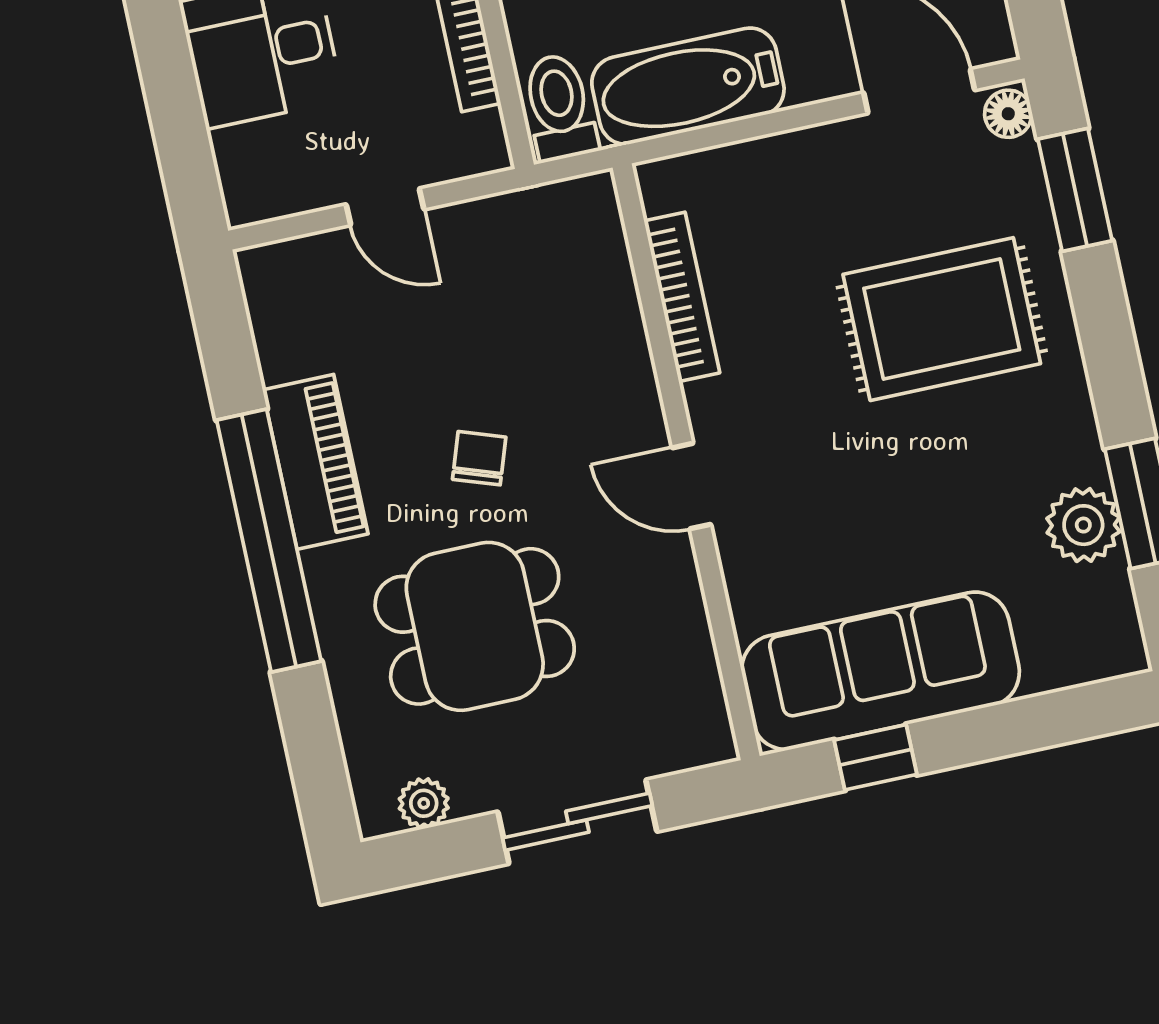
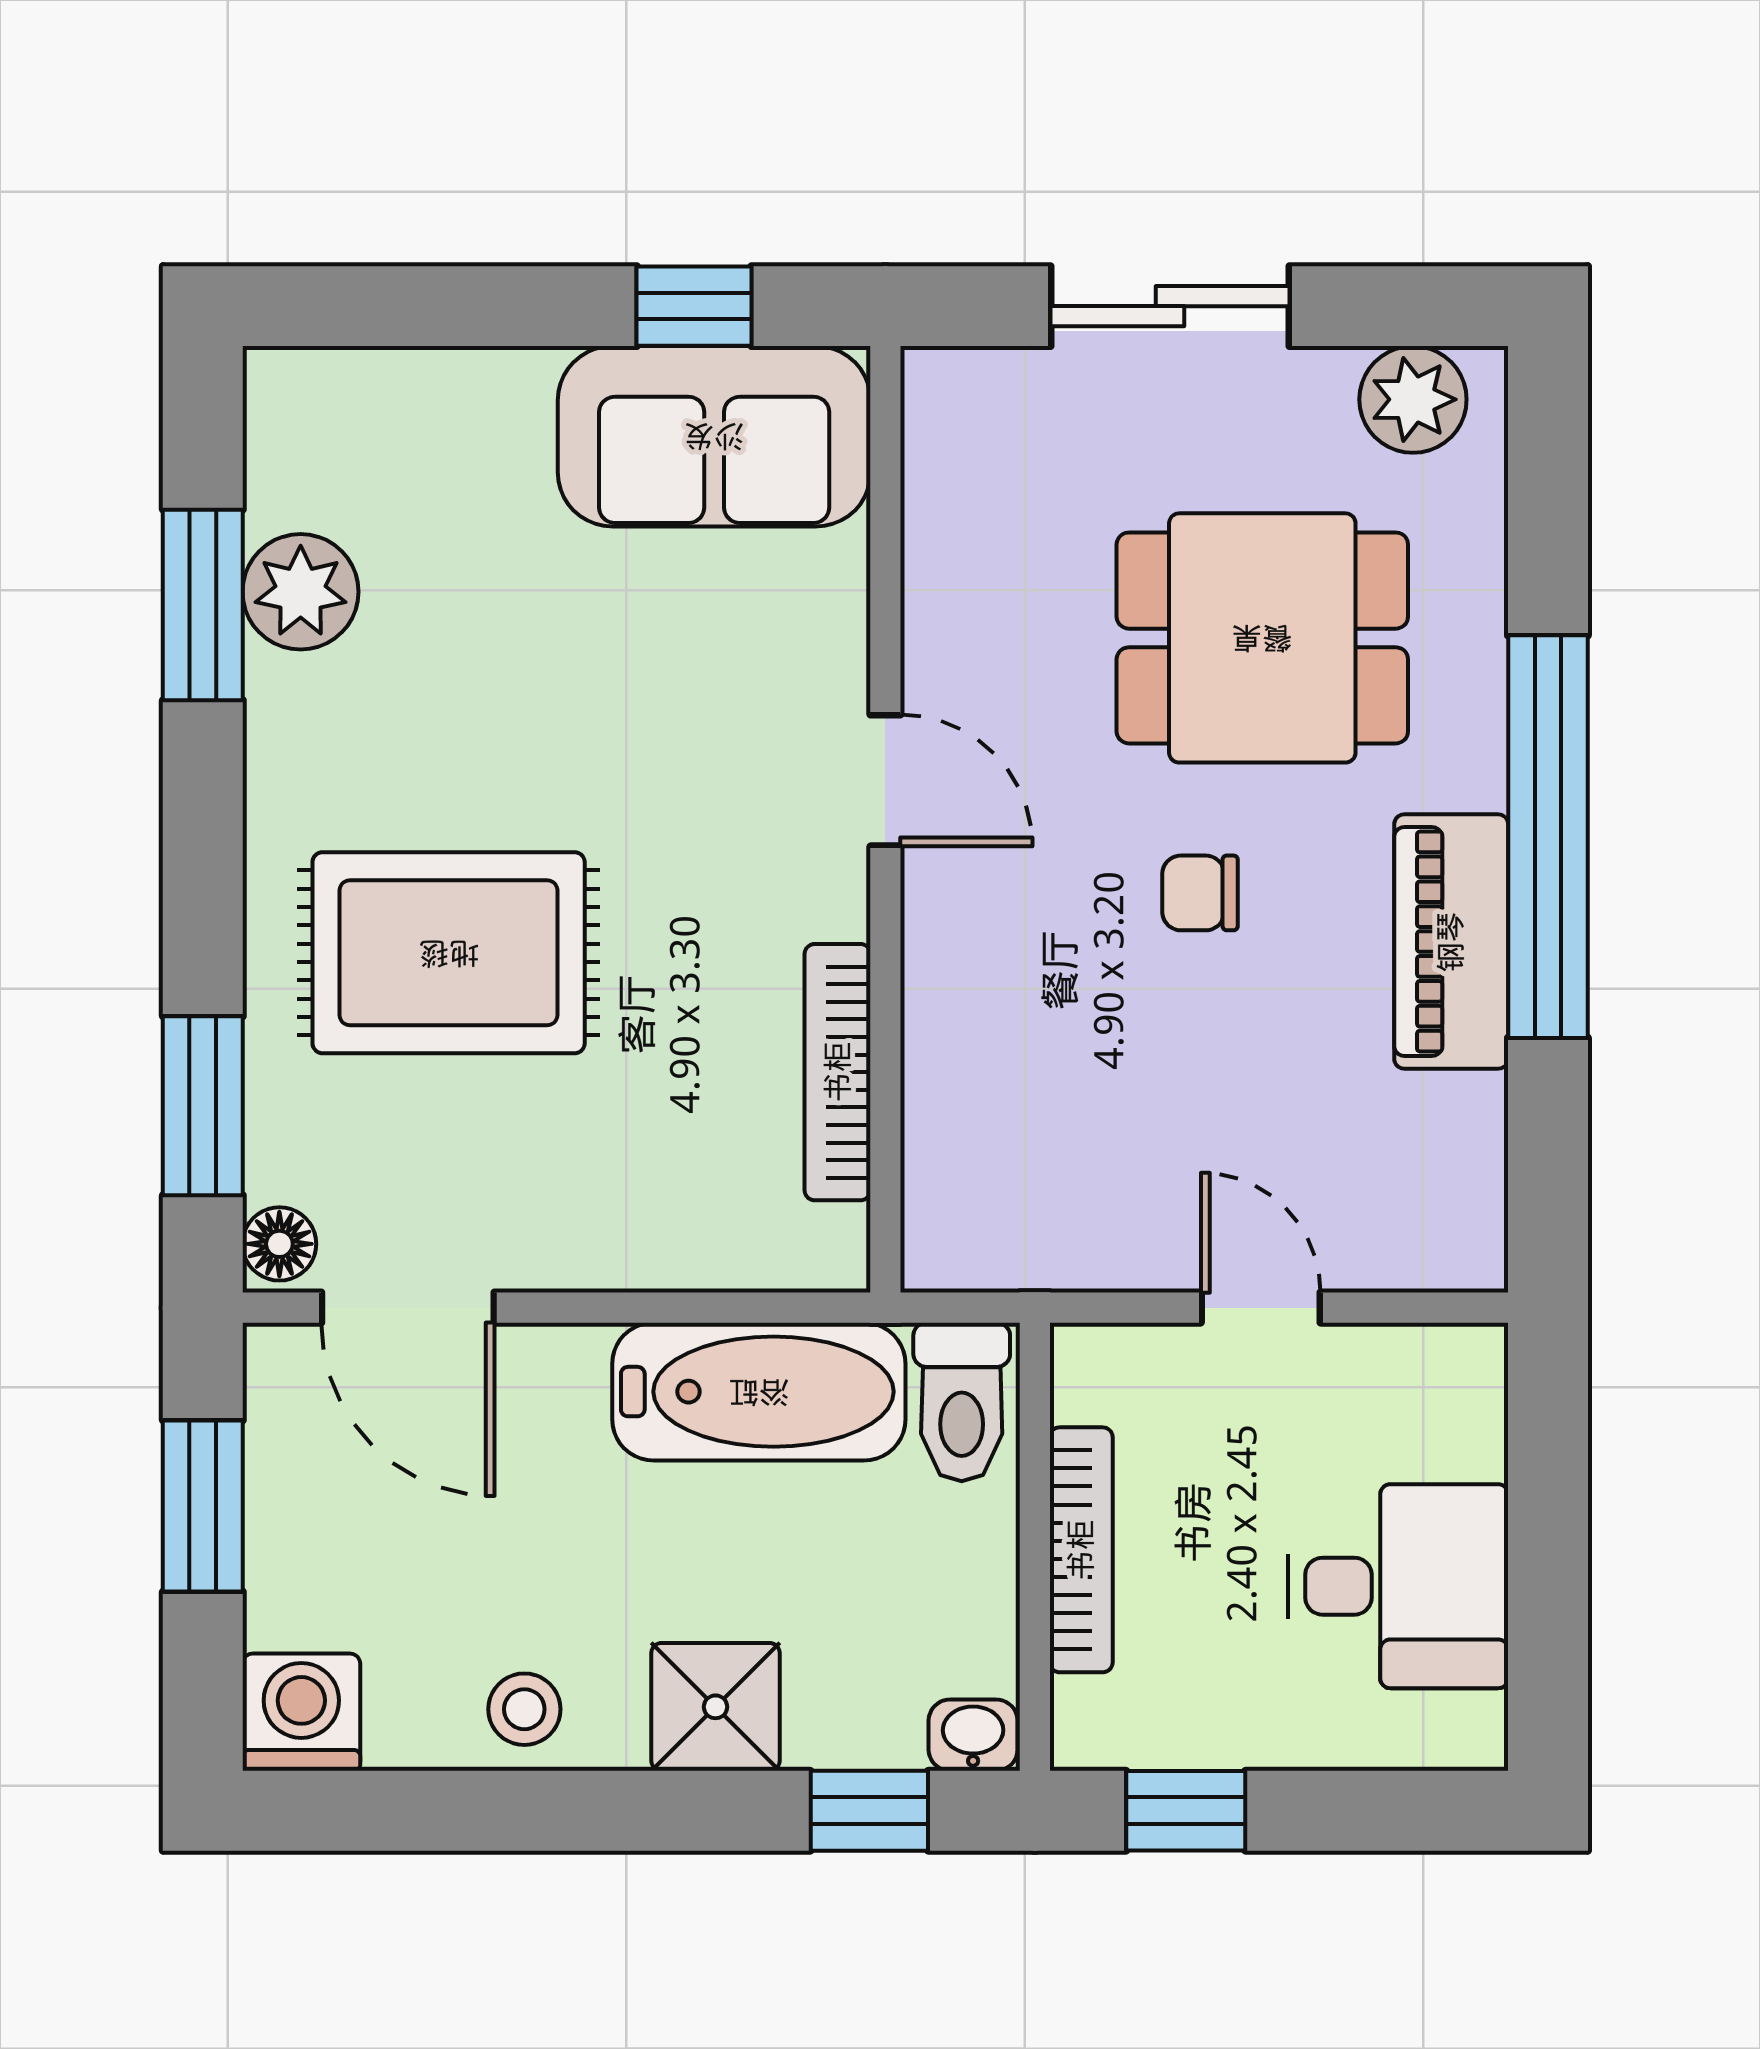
chair: (479, 458) -> (1200, 893), turned 71
sofa: (881, 671) -> (714, 436), width x0.73
plant: (424, 803) -> (1413, 399), width x1.38, depth x1.38

